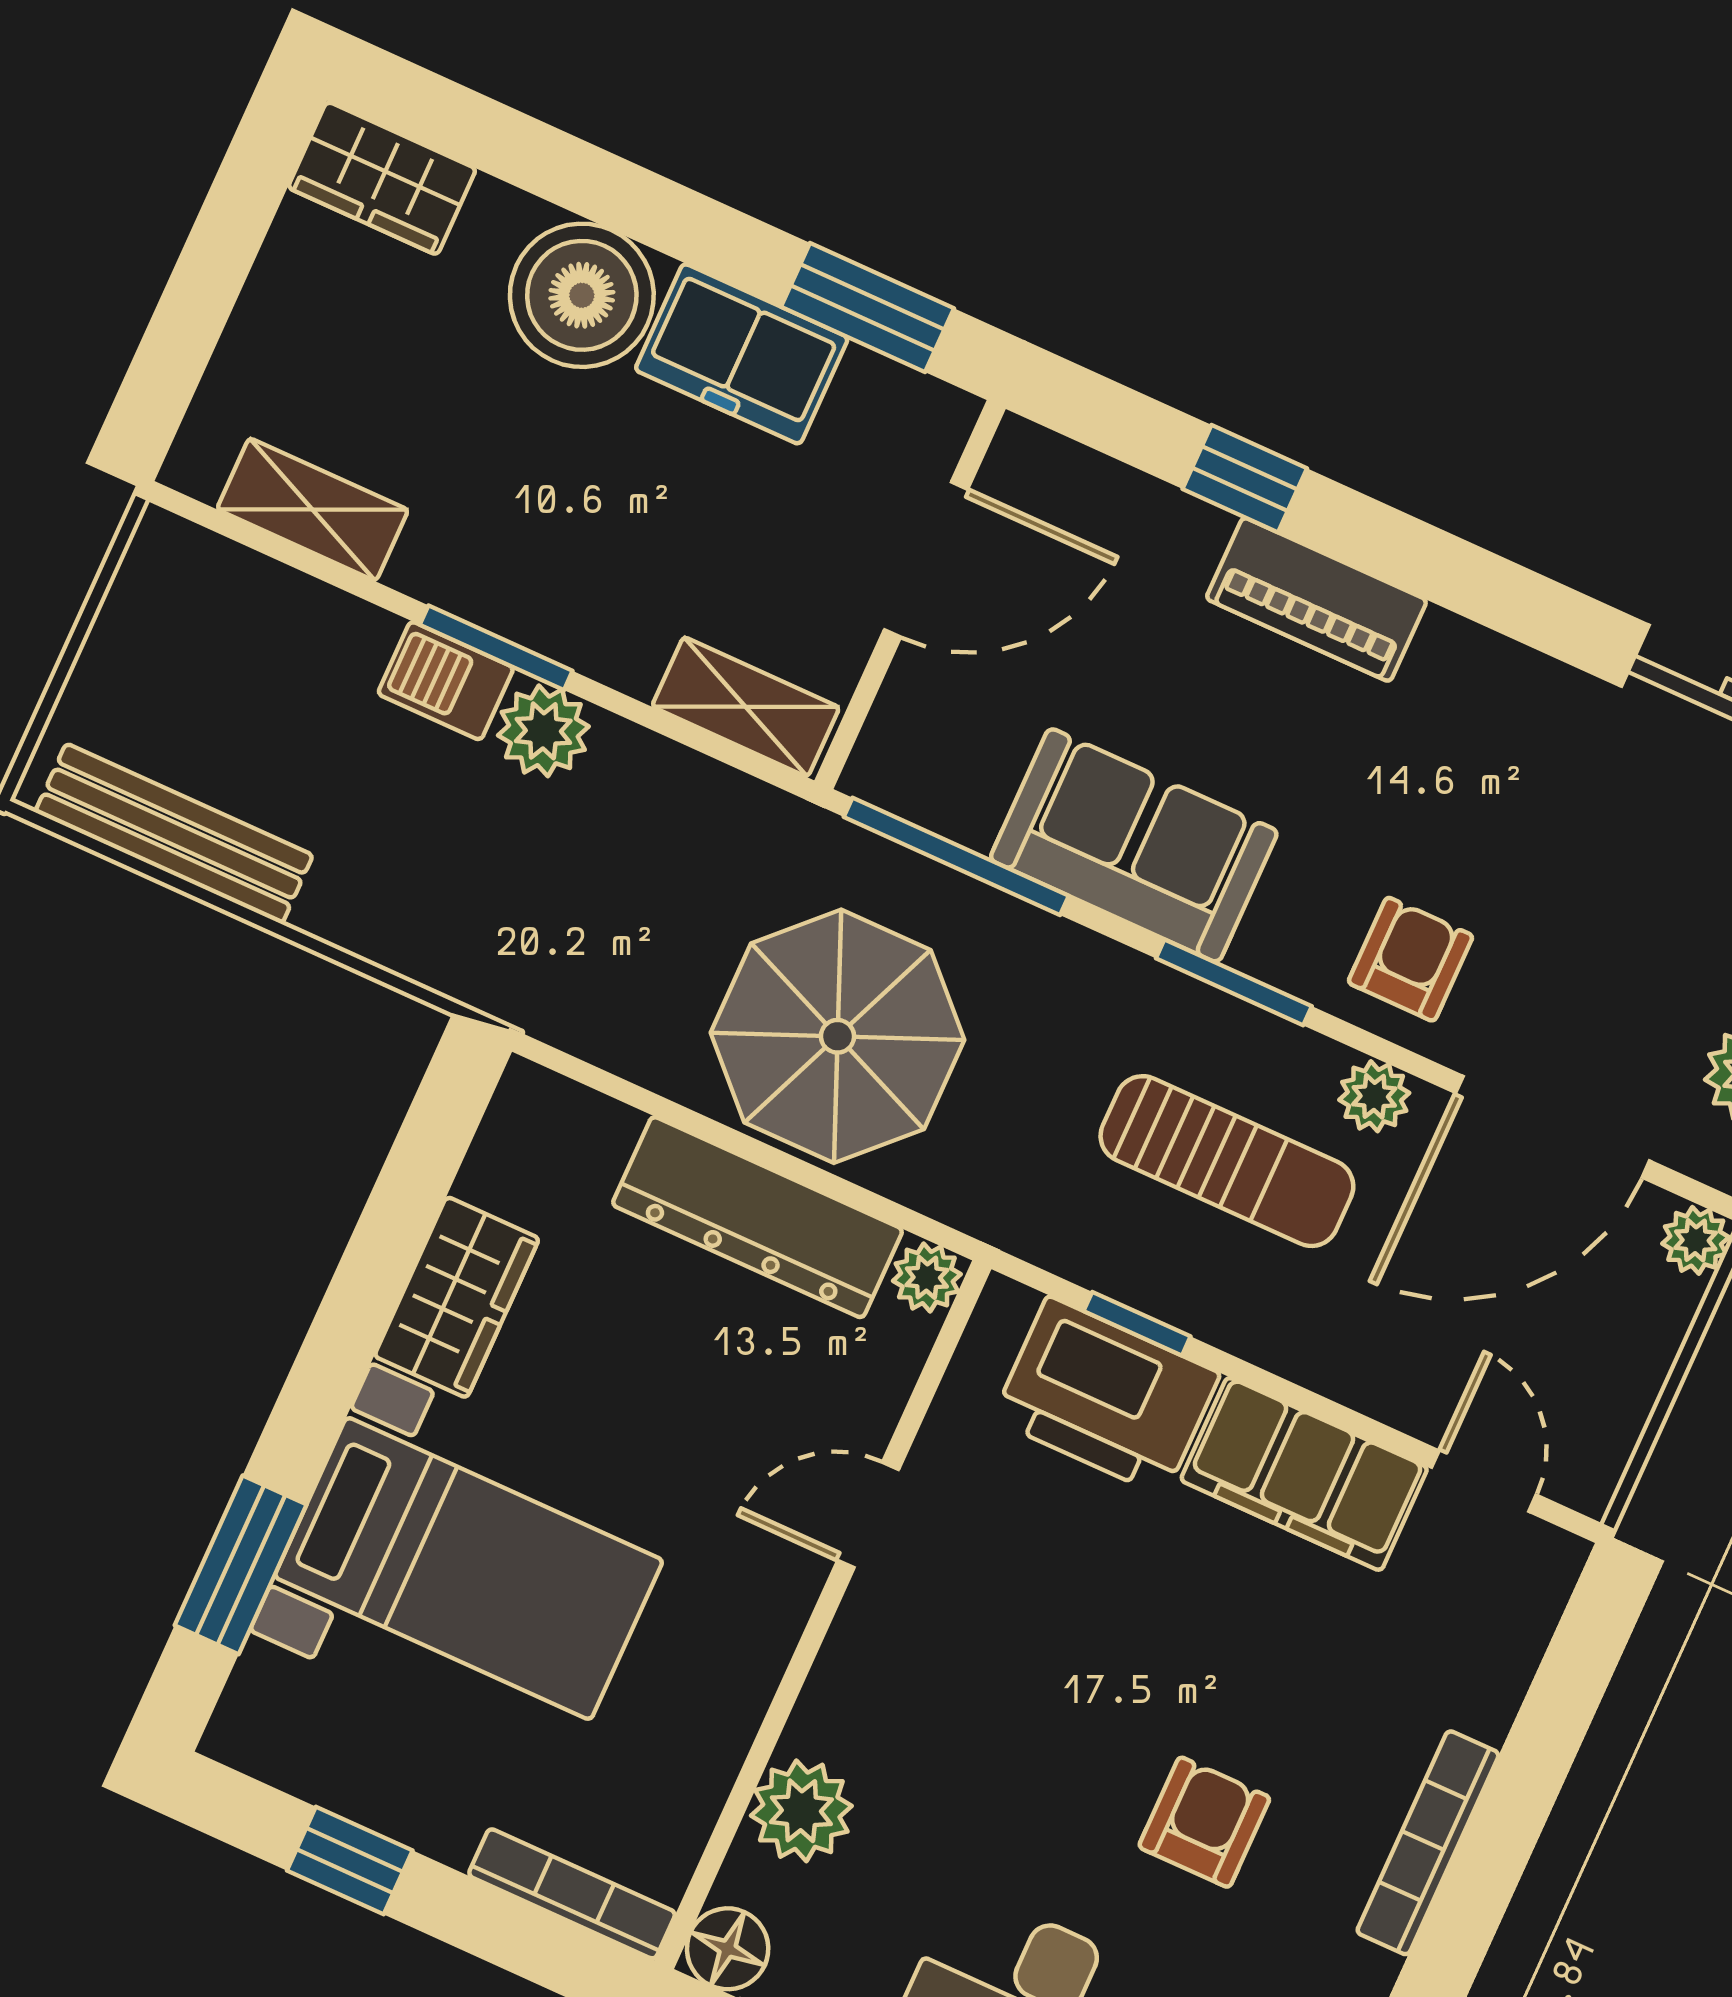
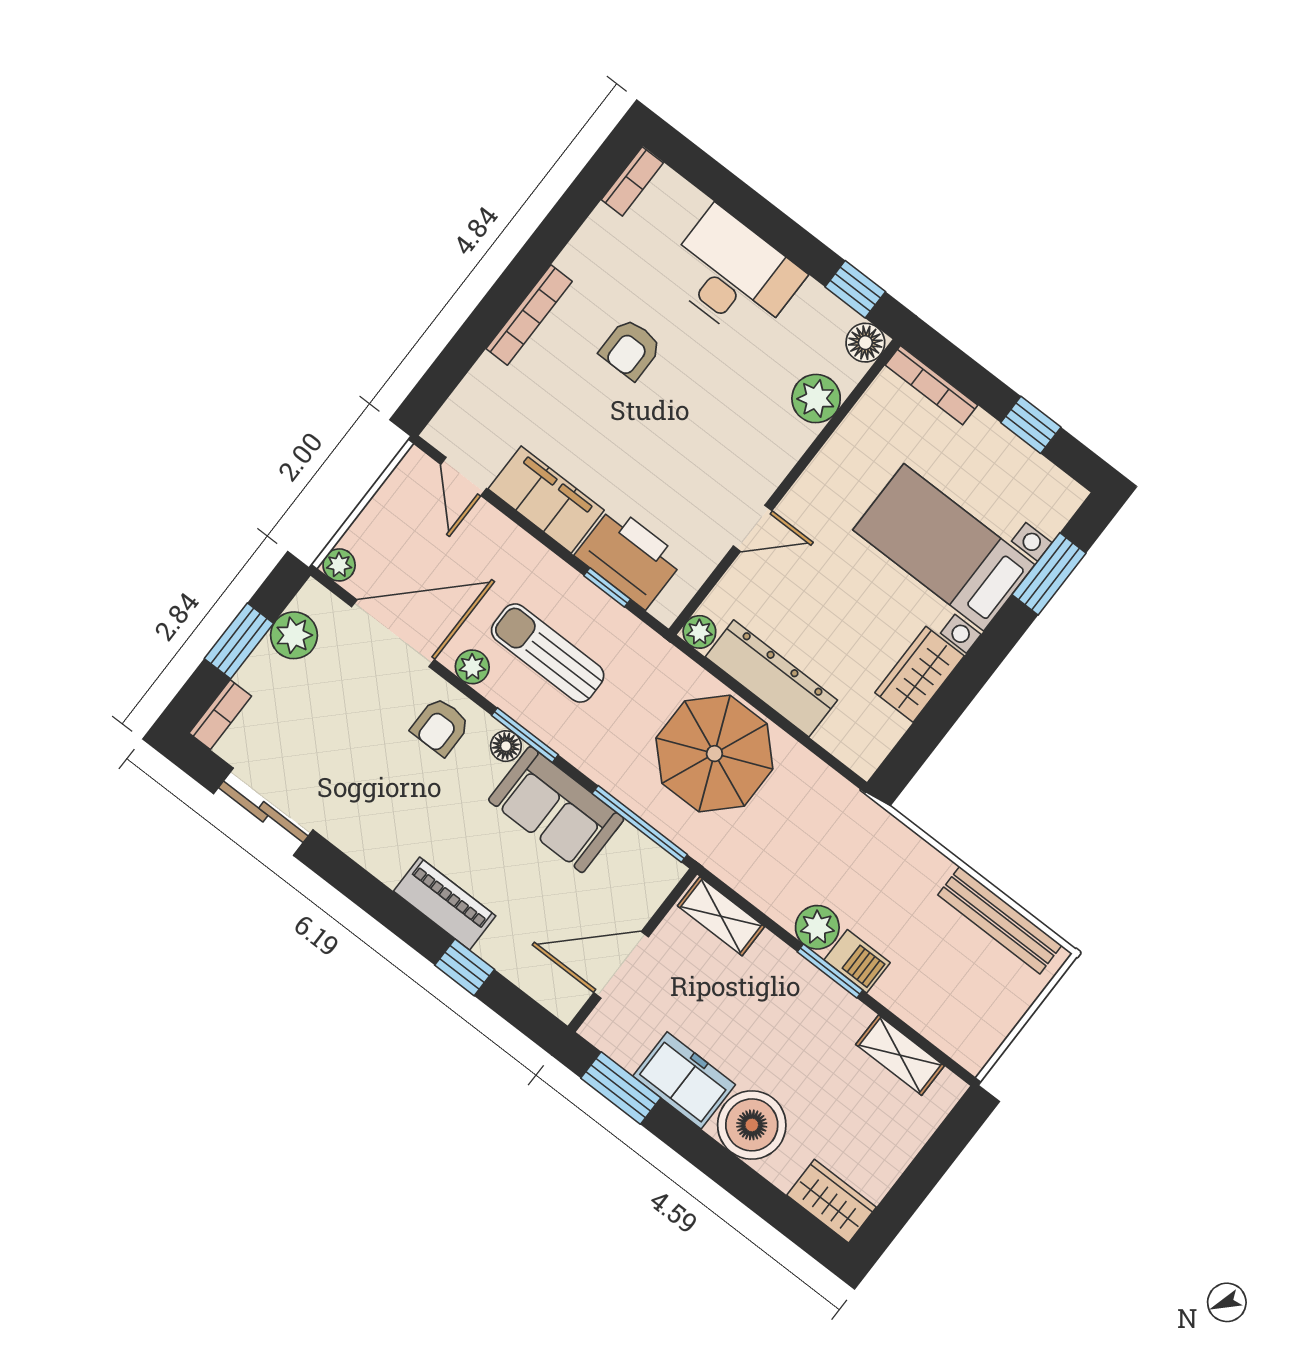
floor lamp: (1267, 951) -> (506, 746), added

